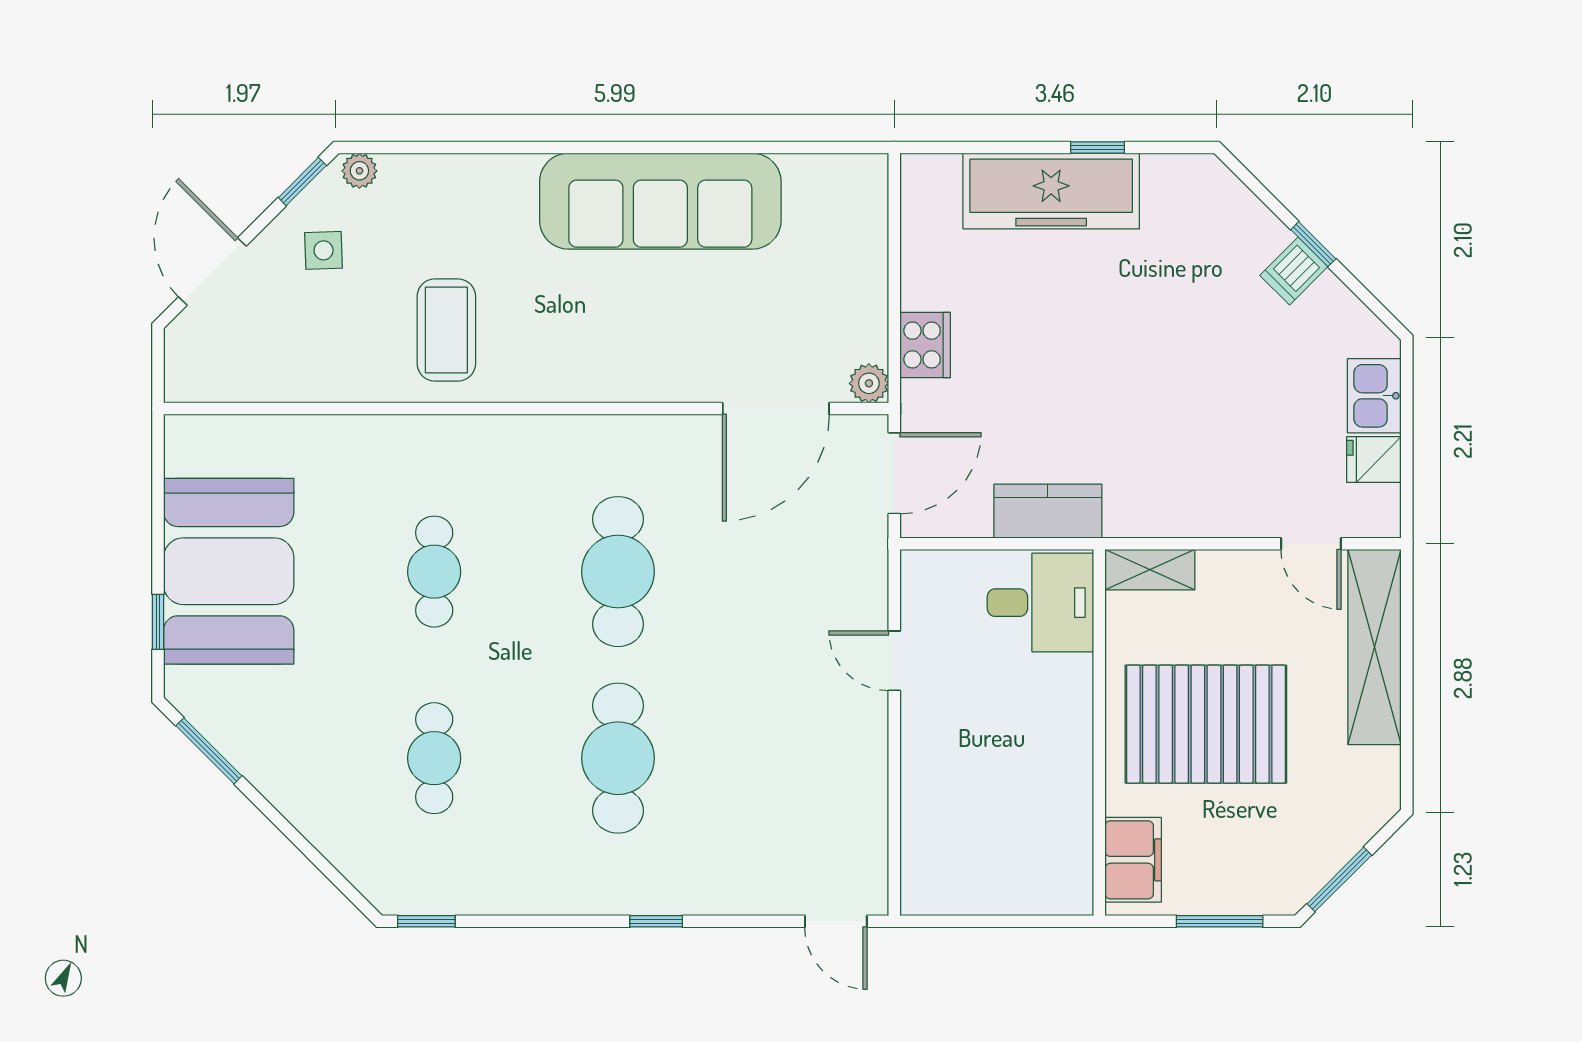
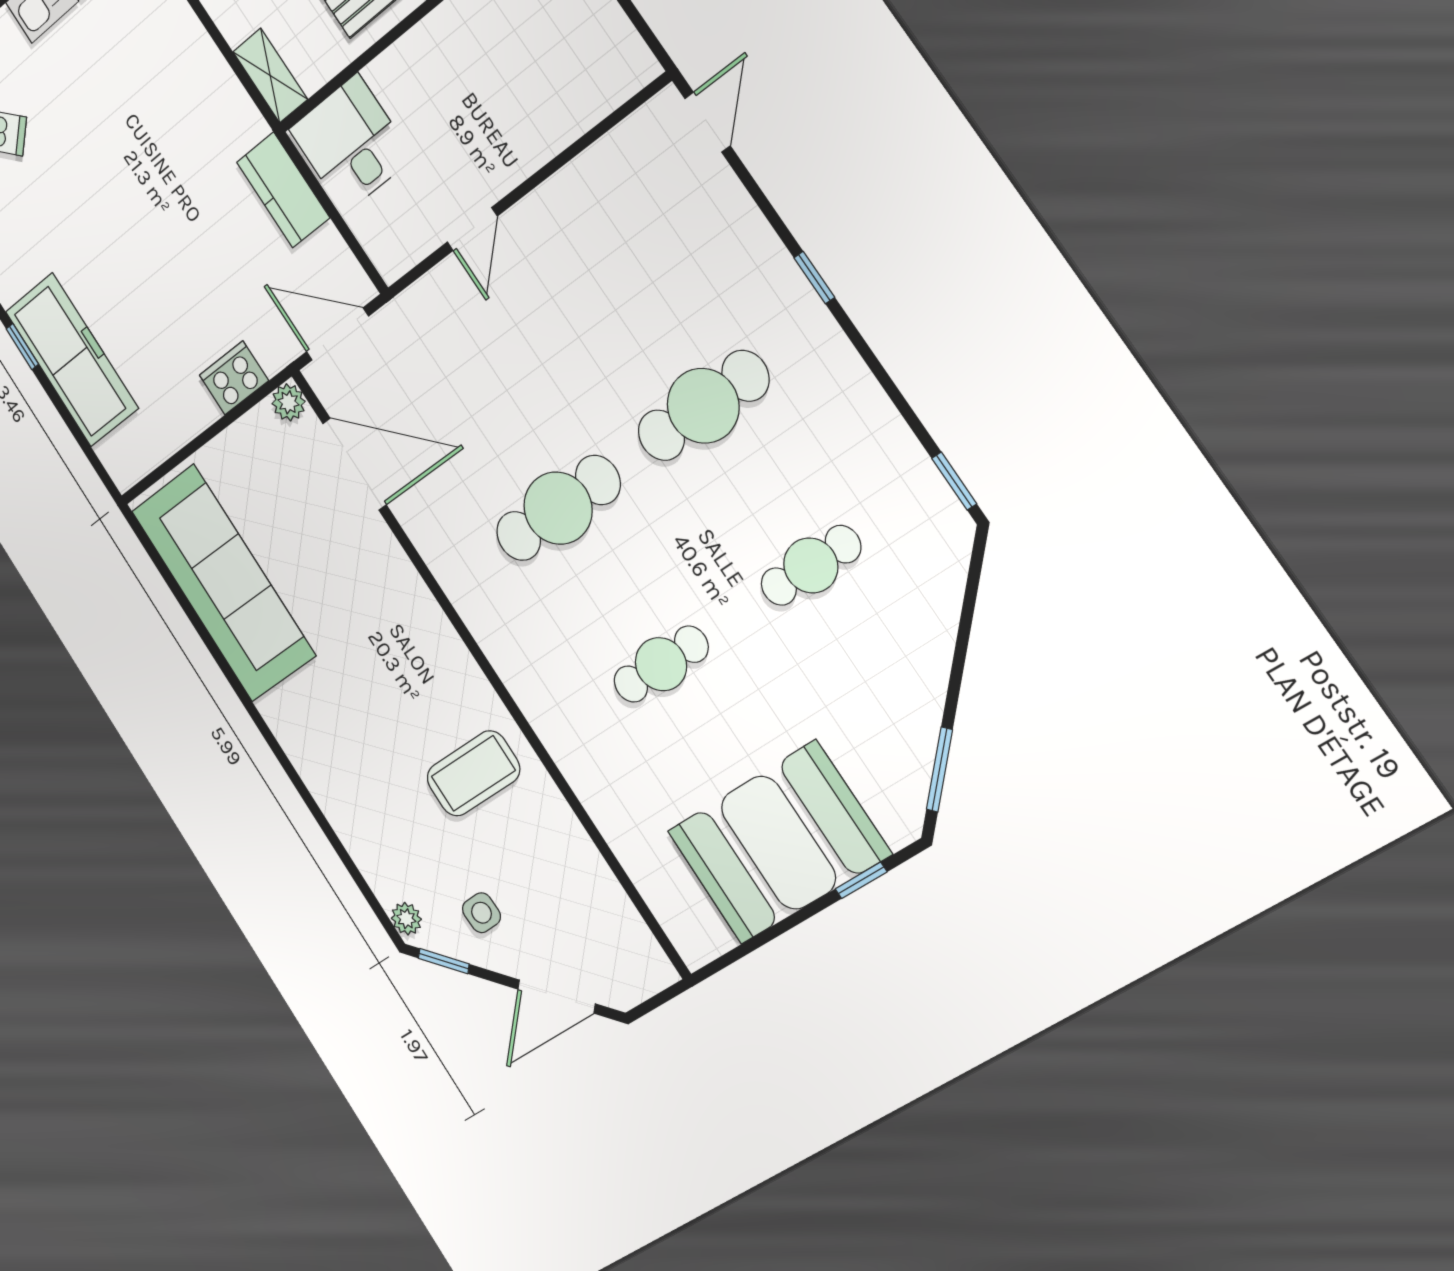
sofa: (660, 201) -> (223, 583), moved

